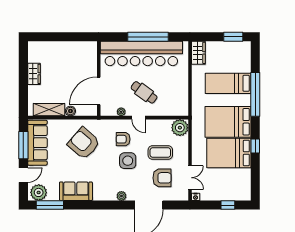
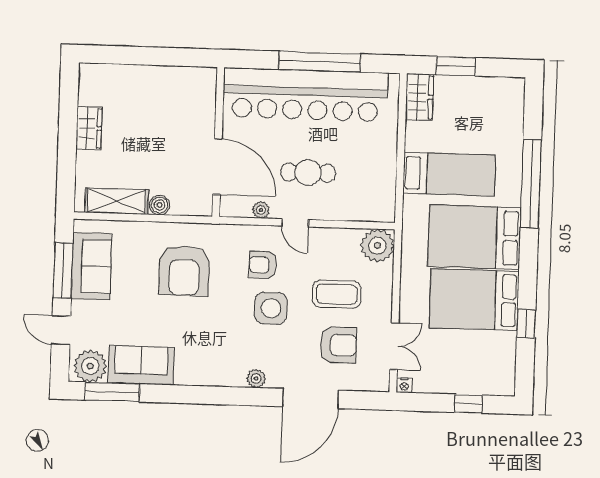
window: (233, 37) -> (456, 66), moved
bed: (228, 83) -> (449, 174), moved, turned 180
door: (99, 91) -> (217, 167), swing flipped
cafe table: (144, 92) -> (308, 173), turned -36
sofa: (37, 143) -> (91, 266), width x0.73
armchair: (84, 143) -> (184, 271), turned -131
window: (255, 146) -> (526, 324), moved
door: (23, 175) -> (61, 330), swing flipped
sofa: (76, 191) -> (141, 365), moved

